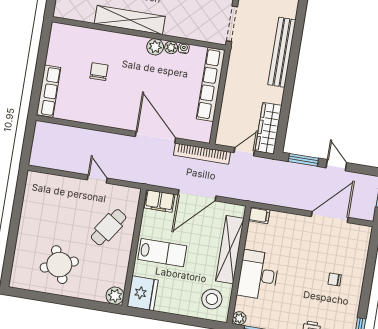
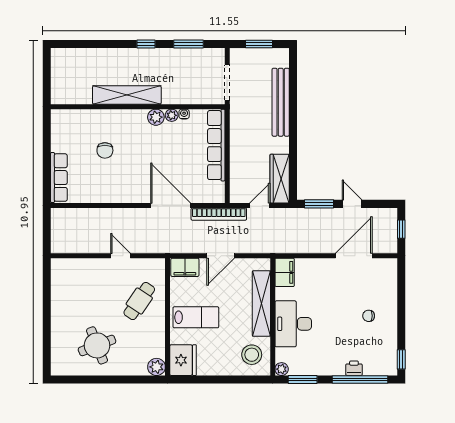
chair: (99, 72) -> (105, 150), turned 180
door: (197, 195) -> (221, 256), width x0.73
filing cabinet: (259, 215) -> (285, 272), width x2.00

